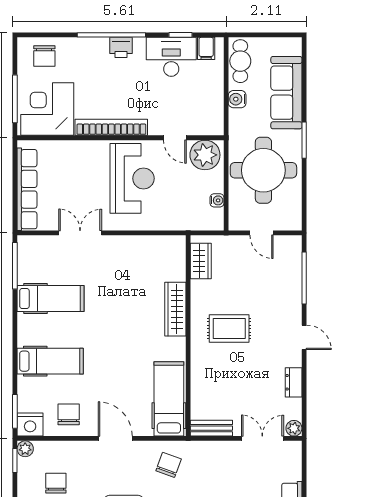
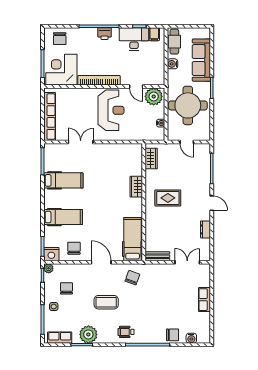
wardrobe: (175, 309) -> (136, 187), width x0.67
plant: (294, 428) -> (206, 256), removed

